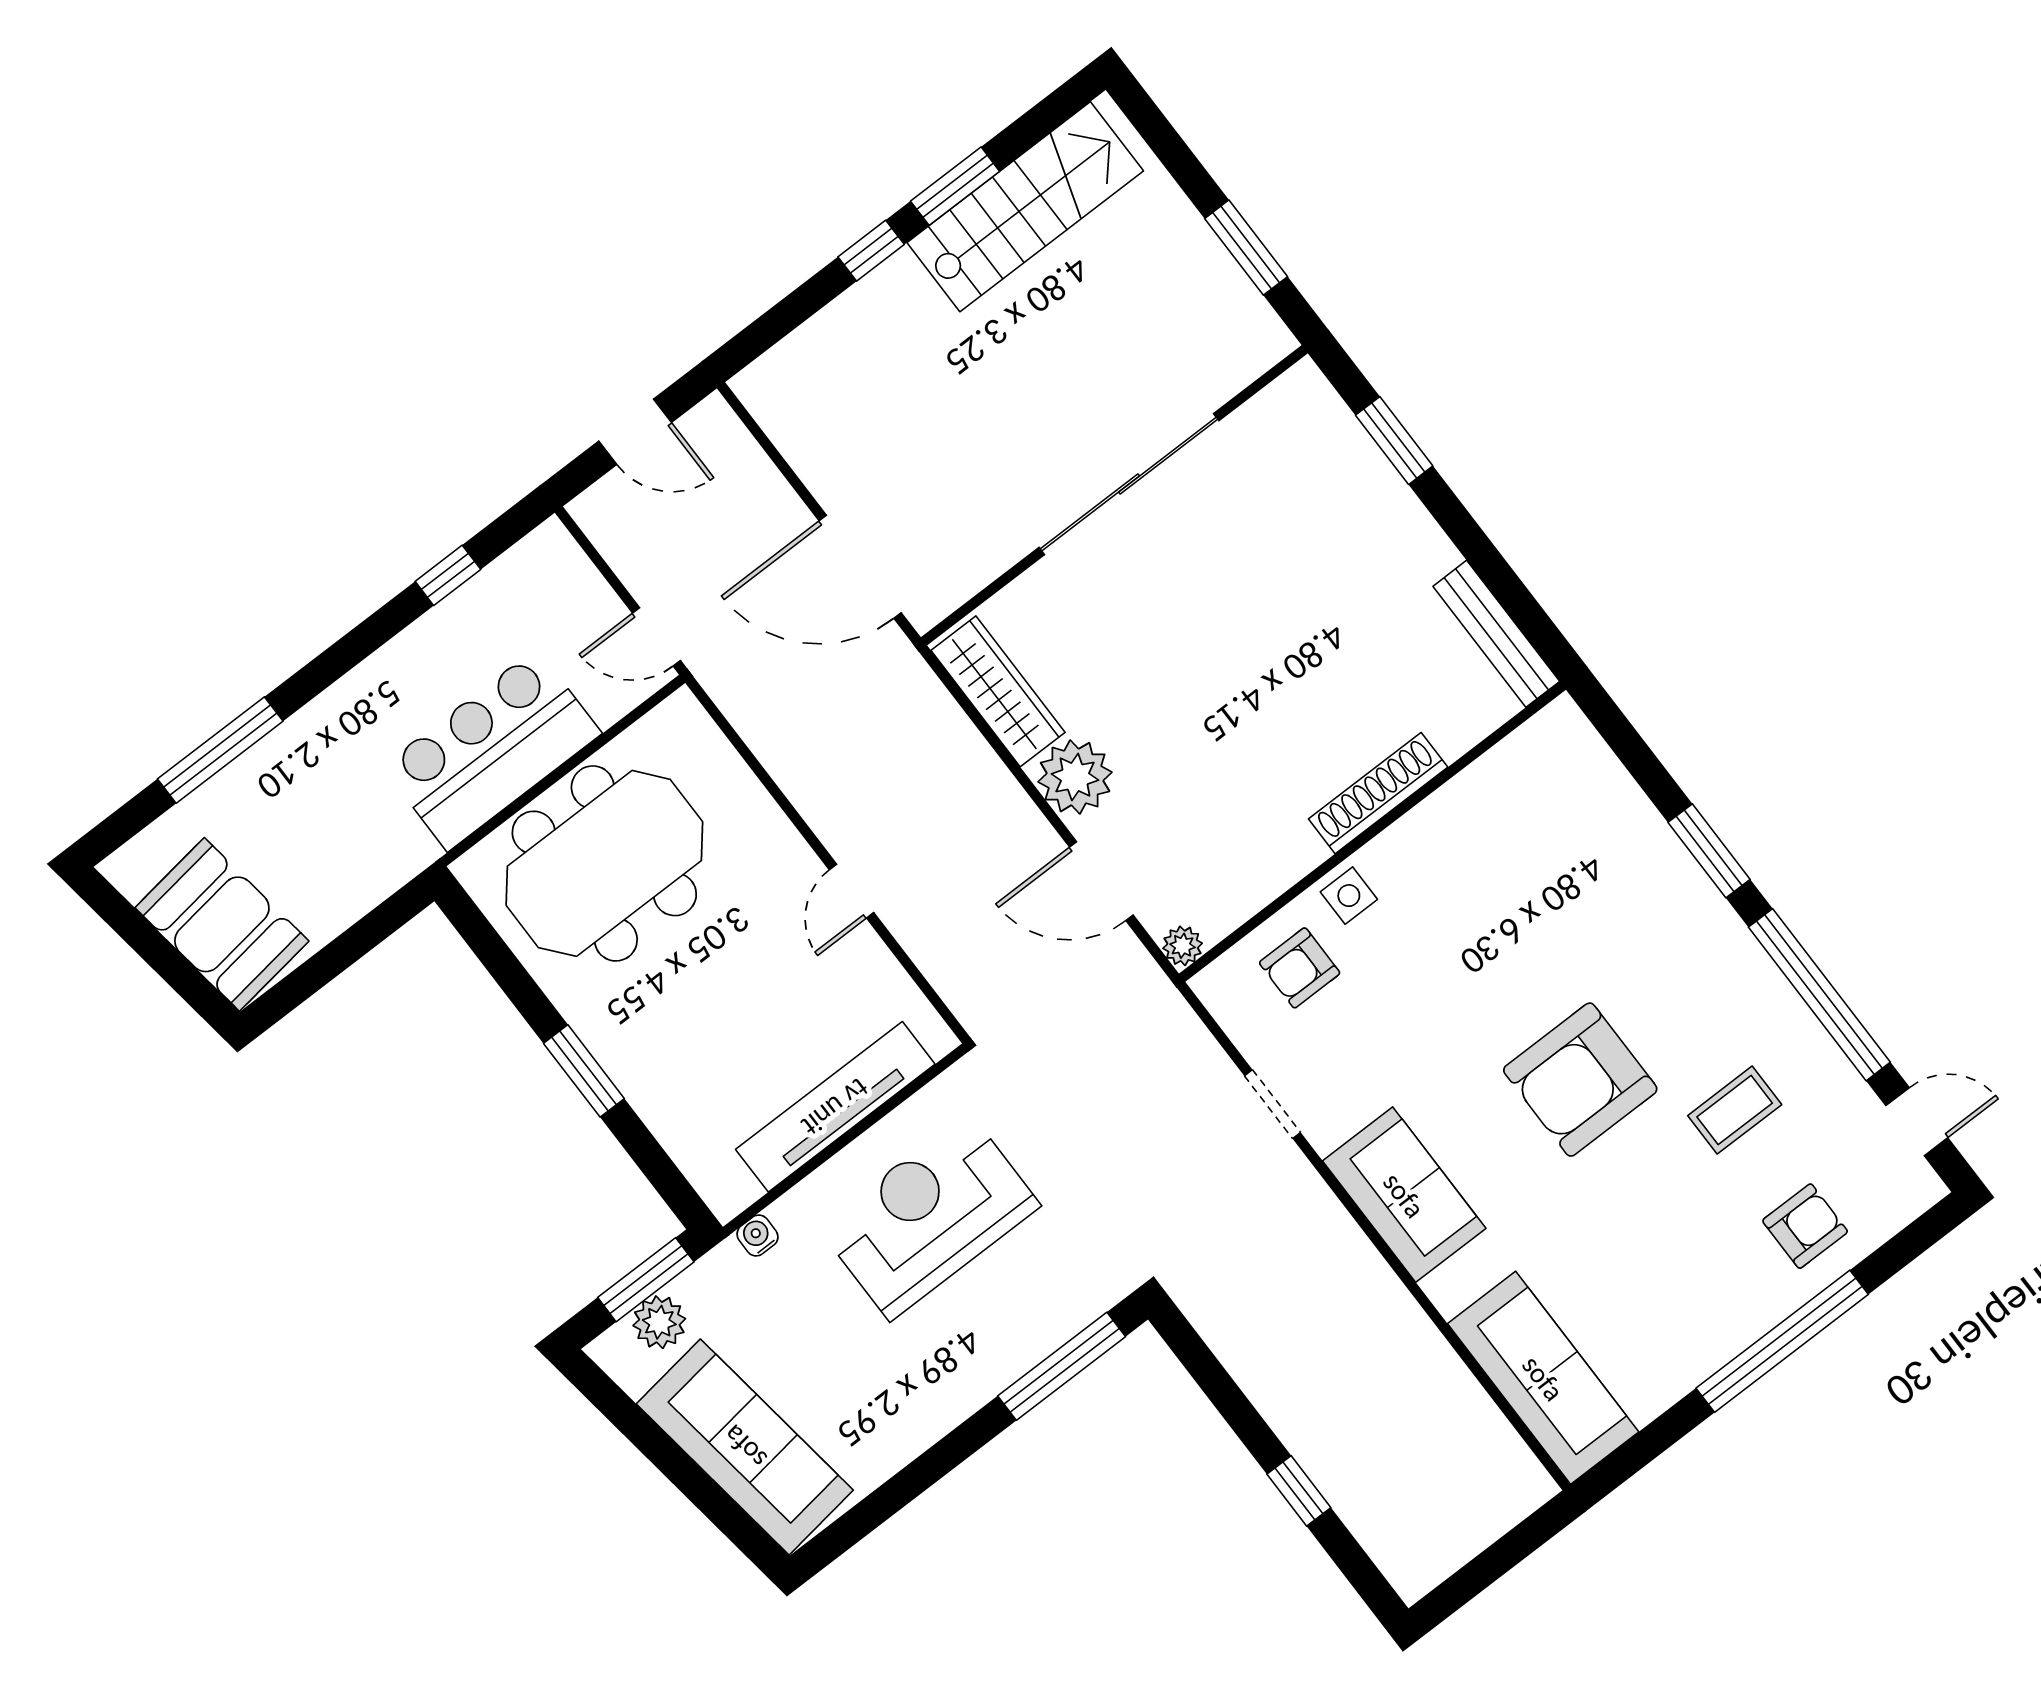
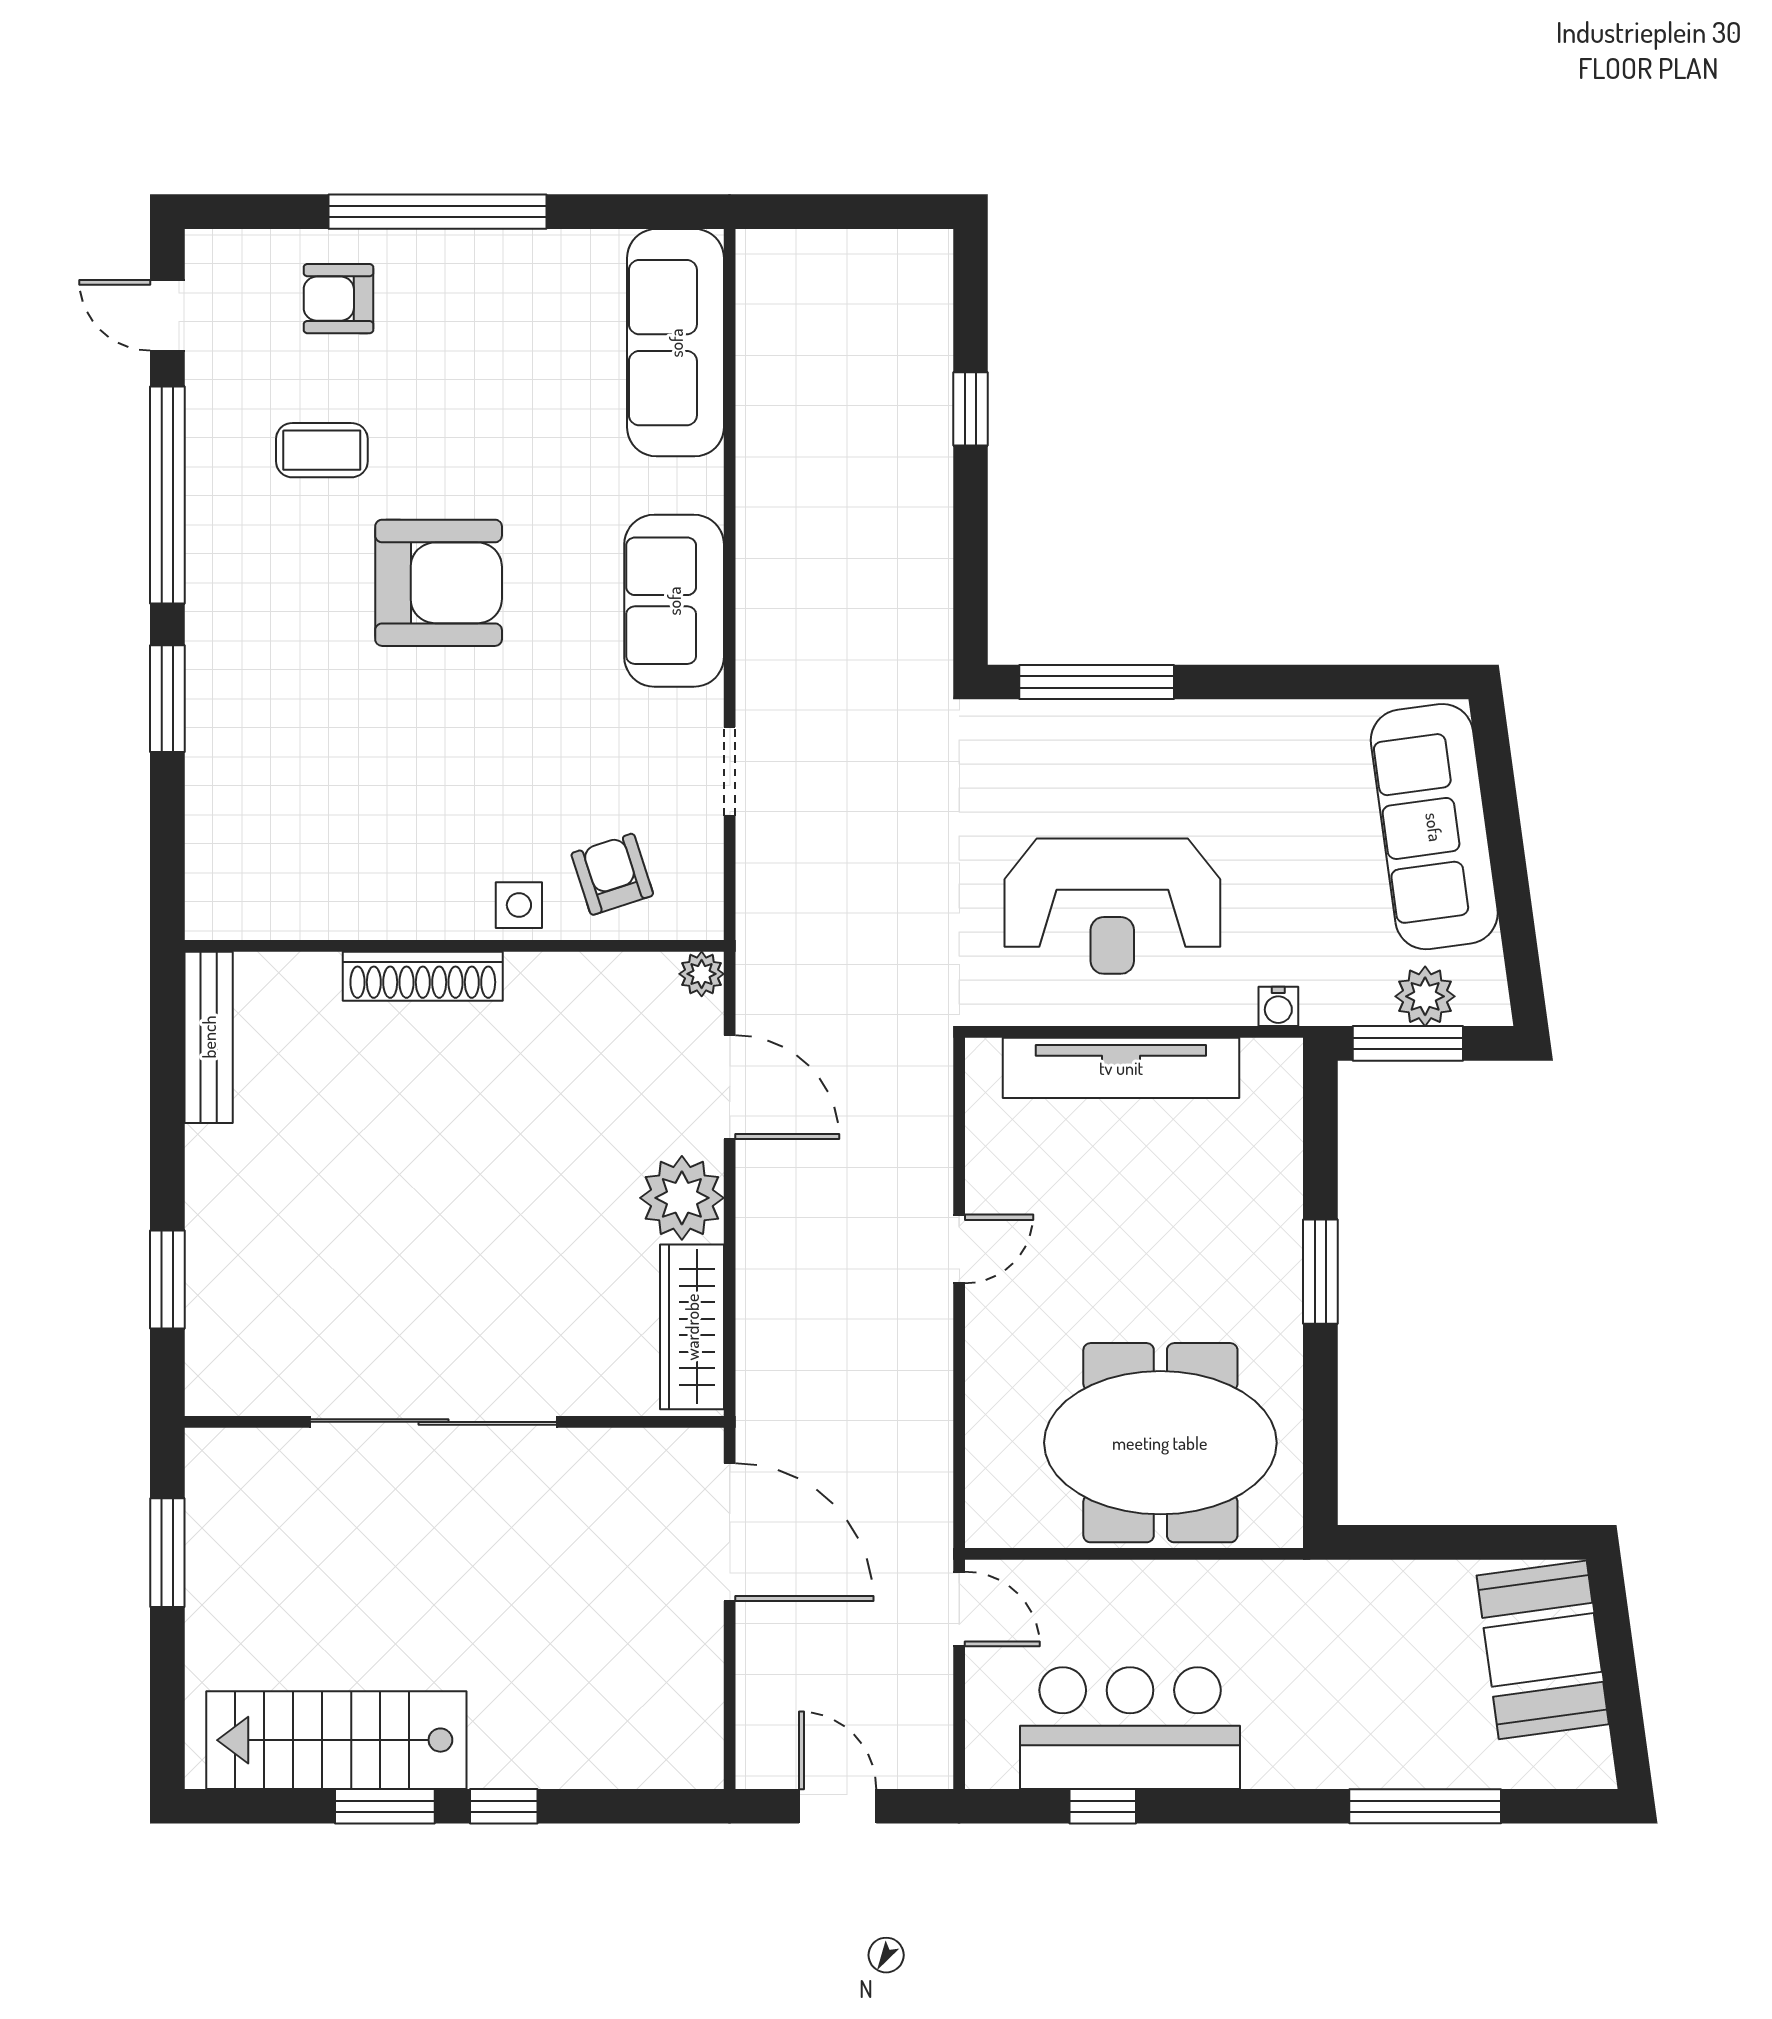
bar counter: (492, 750) -> (1130, 1728), moved, turned 180
armchair: (1300, 968) -> (612, 874), turned -108

